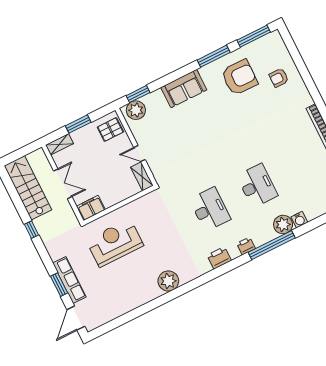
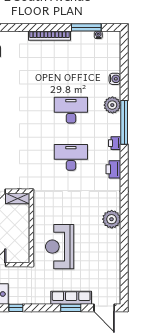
filing cabinet: (91, 208) -> (22, 252), removed
water cooler: (299, 220) -> (115, 79), moved

